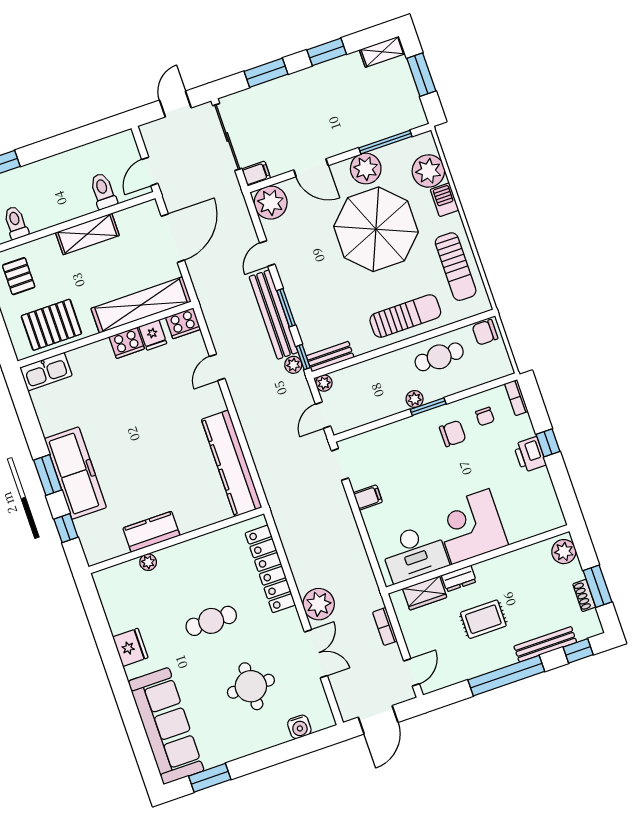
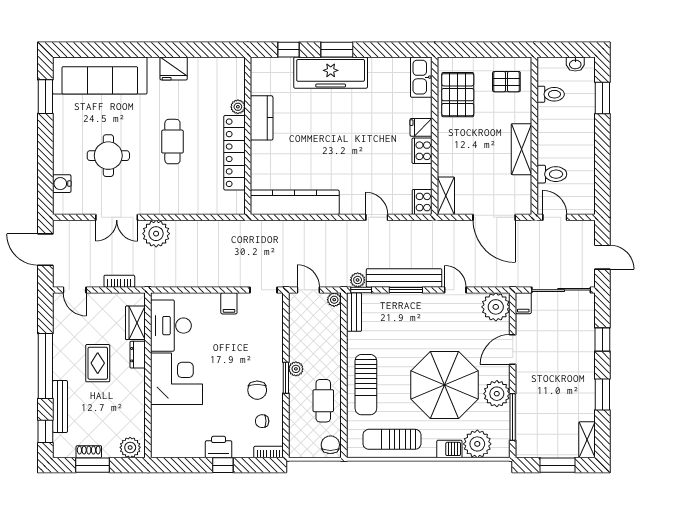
window: (266, 73) -> (602, 339), width x0.67
shelving: (141, 305) -> (446, 196), width x0.45, depth x0.75
fridge: (153, 335) -> (421, 127), moved
locker: (270, 569) -> (234, 153), moved, turned -90

